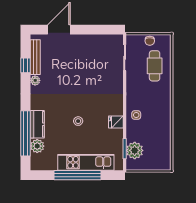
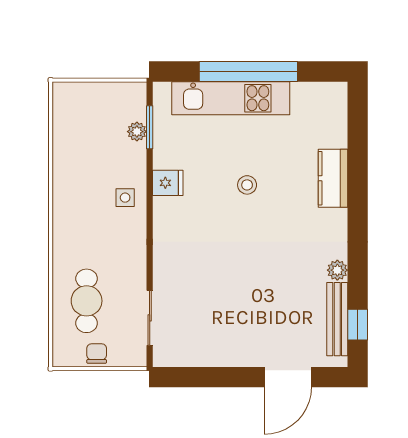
window: (26, 65) -> (358, 325), moved
window: (26, 133) -> (358, 159), removed
plant: (37, 146) -> (333, 132), removed
plant: (135, 150) -> (137, 132), width x0.53, depth x0.53

